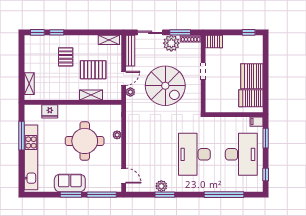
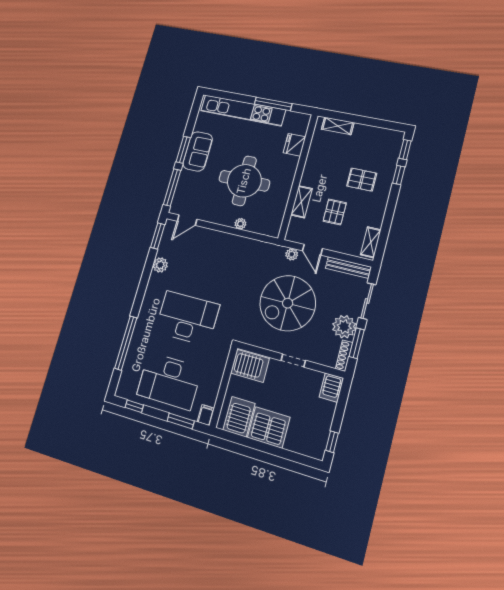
pallet: (93, 70) -> (335, 212), width x0.67, depth x0.71
server rack: (215, 100) -> (250, 366), added
window: (165, 195) -> (158, 236), moved

